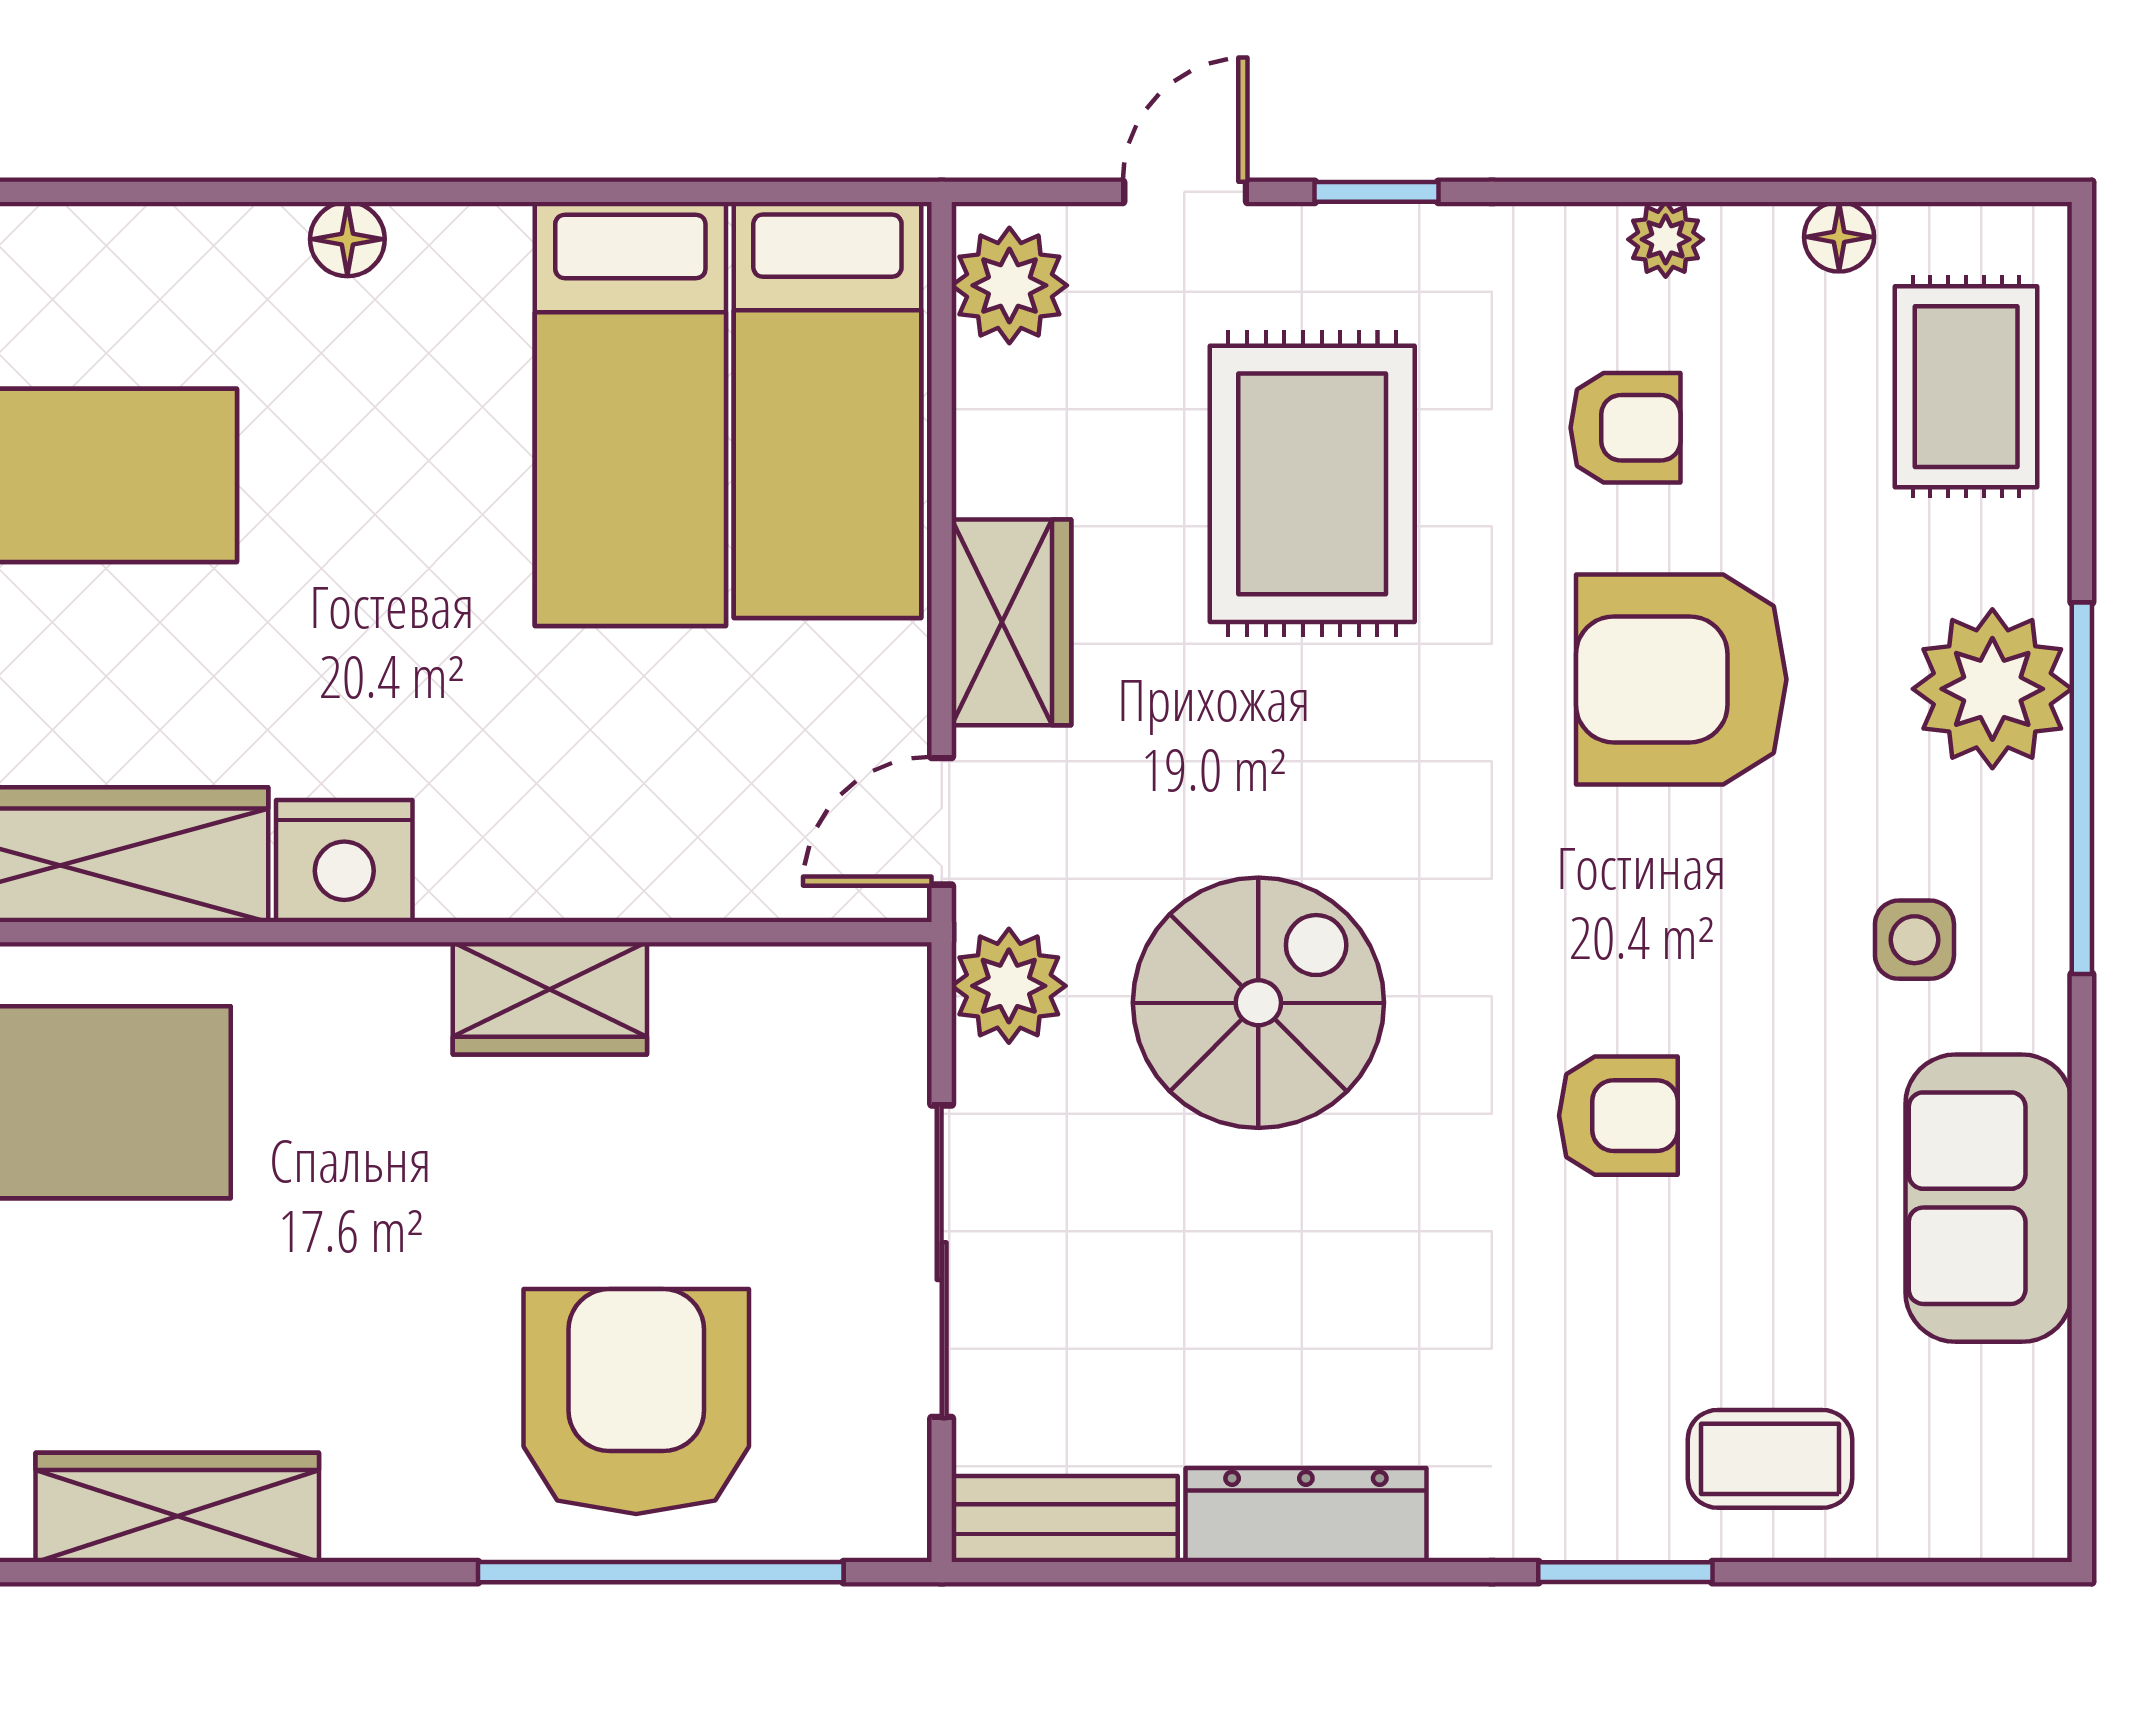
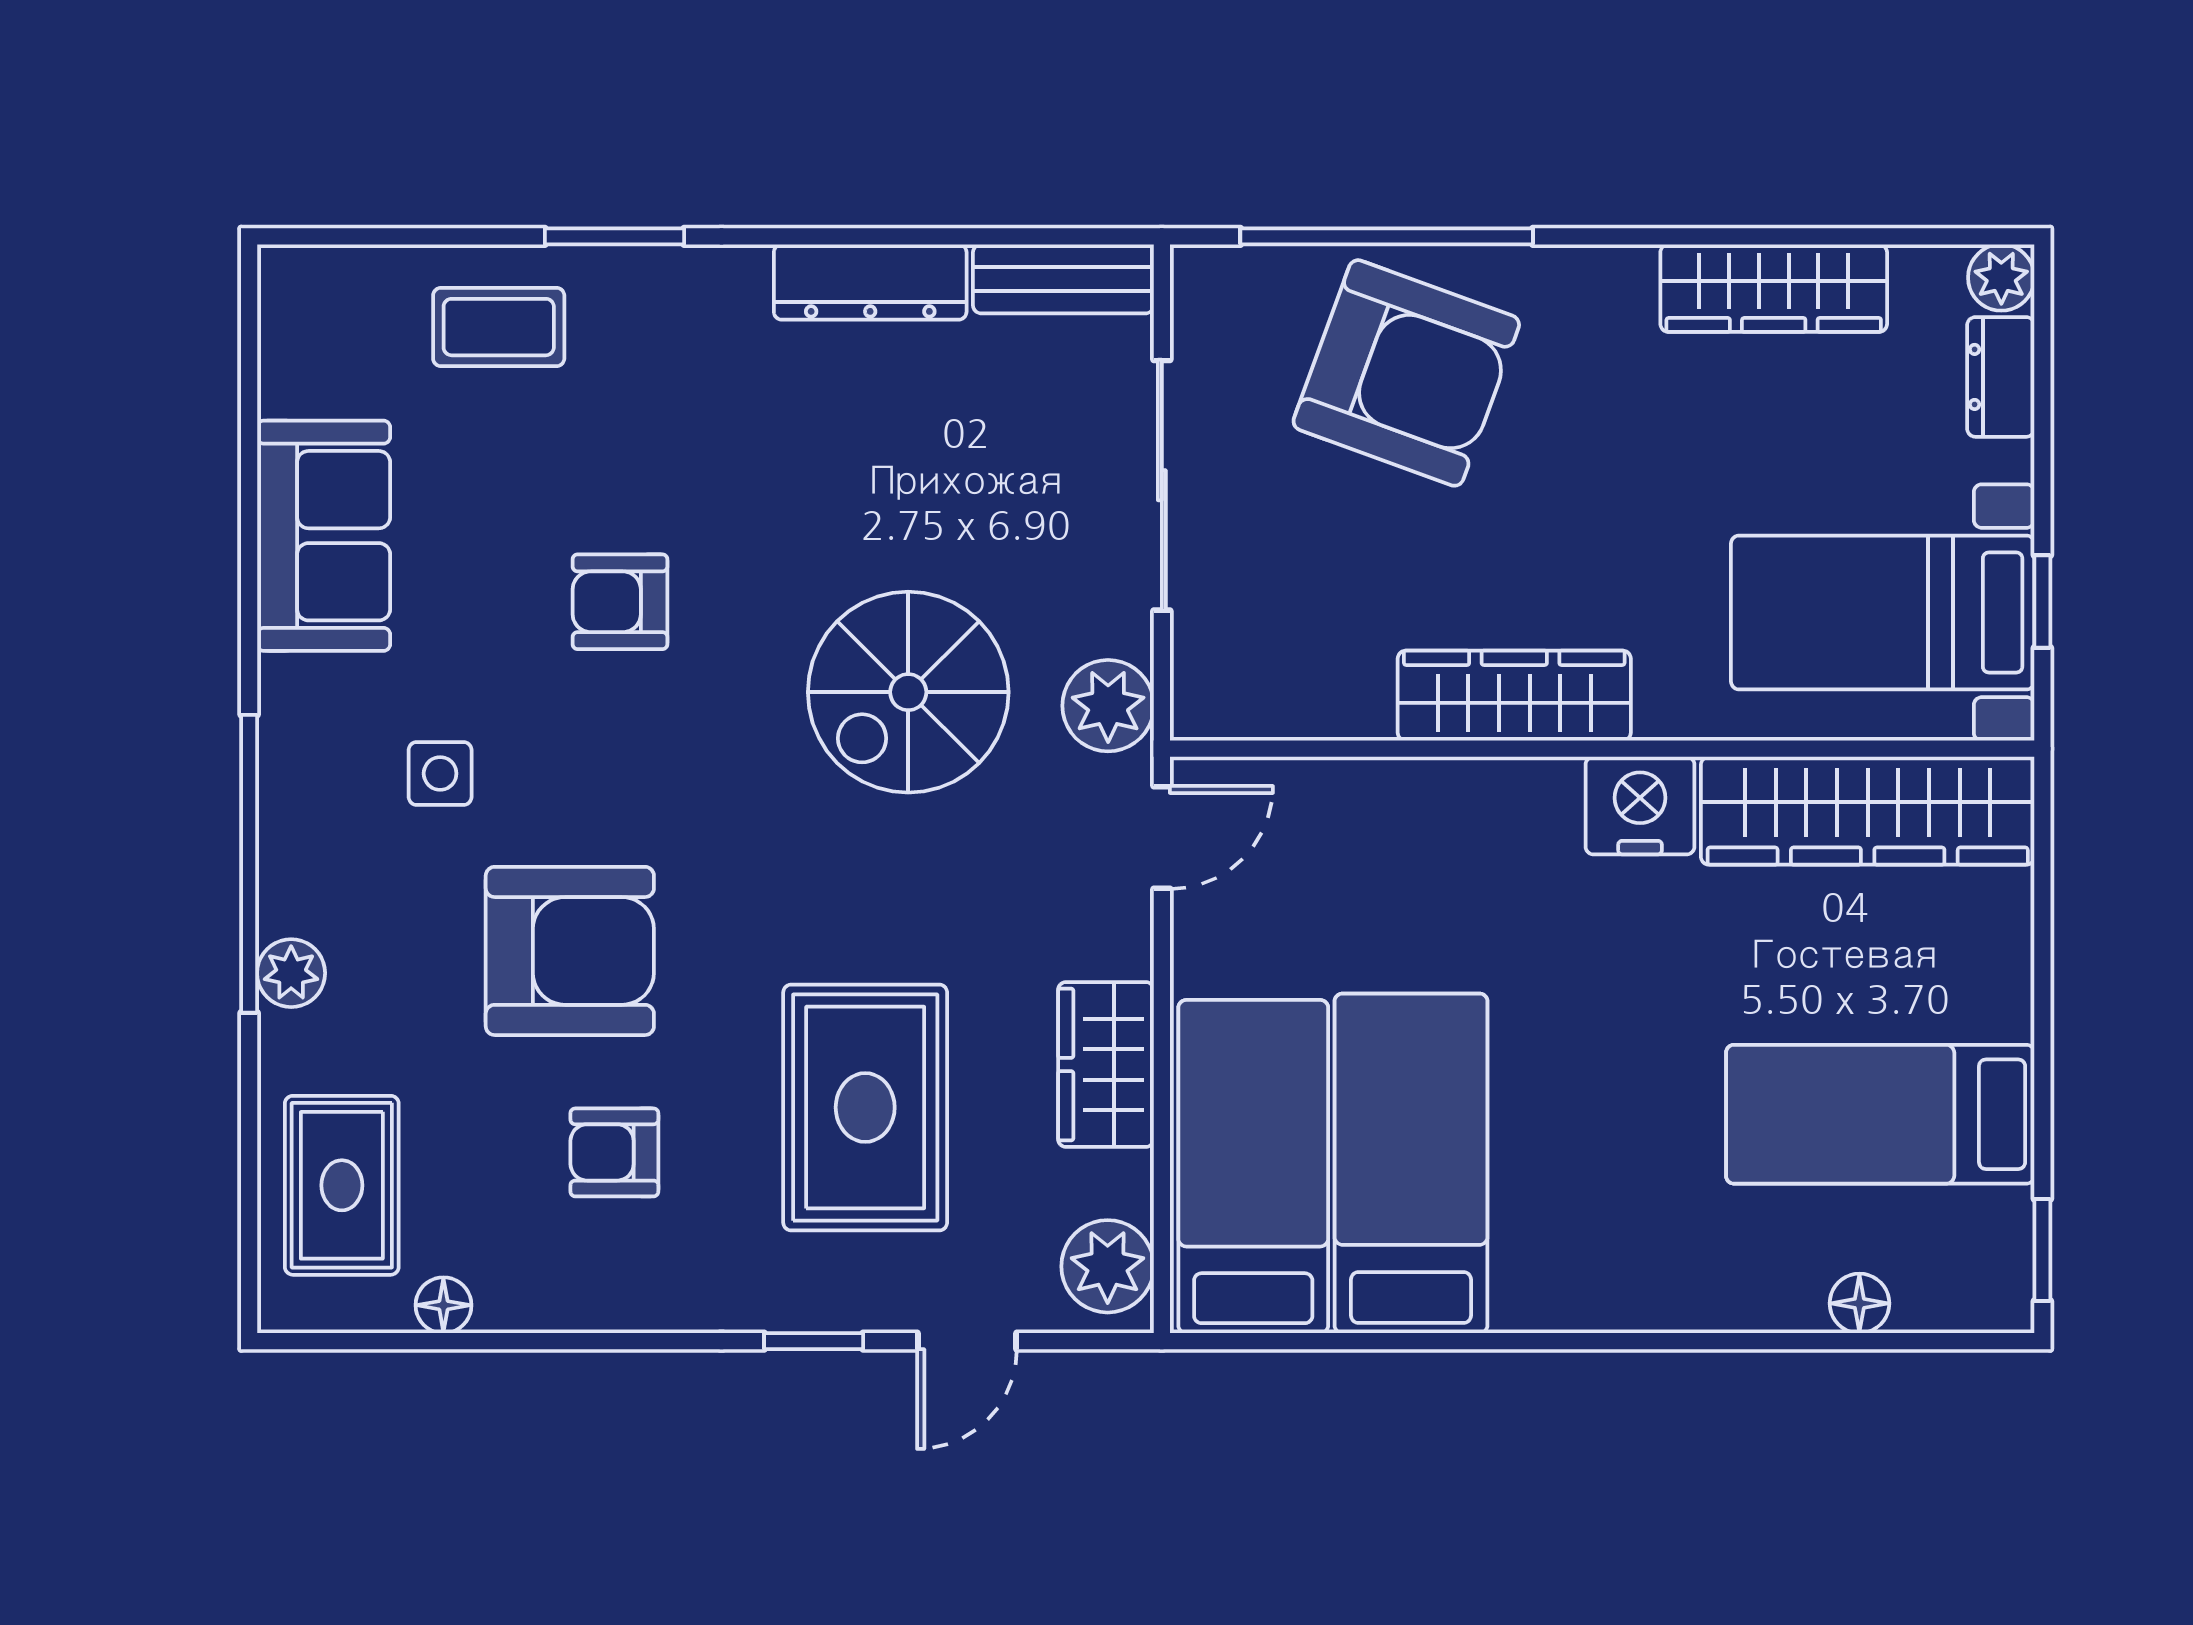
floor lamp: (347, 239) -> (1859, 1303), moved
plant: (1666, 239) -> (582, 1303), removed
wardrobe: (1011, 622) -> (1106, 1065), moved
plant: (1992, 689) -> (291, 973), width x0.53, depth x0.53
side table: (1914, 940) -> (440, 773), moved
wardrobe: (550, 998) -> (1514, 696), width x1.50
armchair: (636, 1402) -> (1406, 373), turned -70

